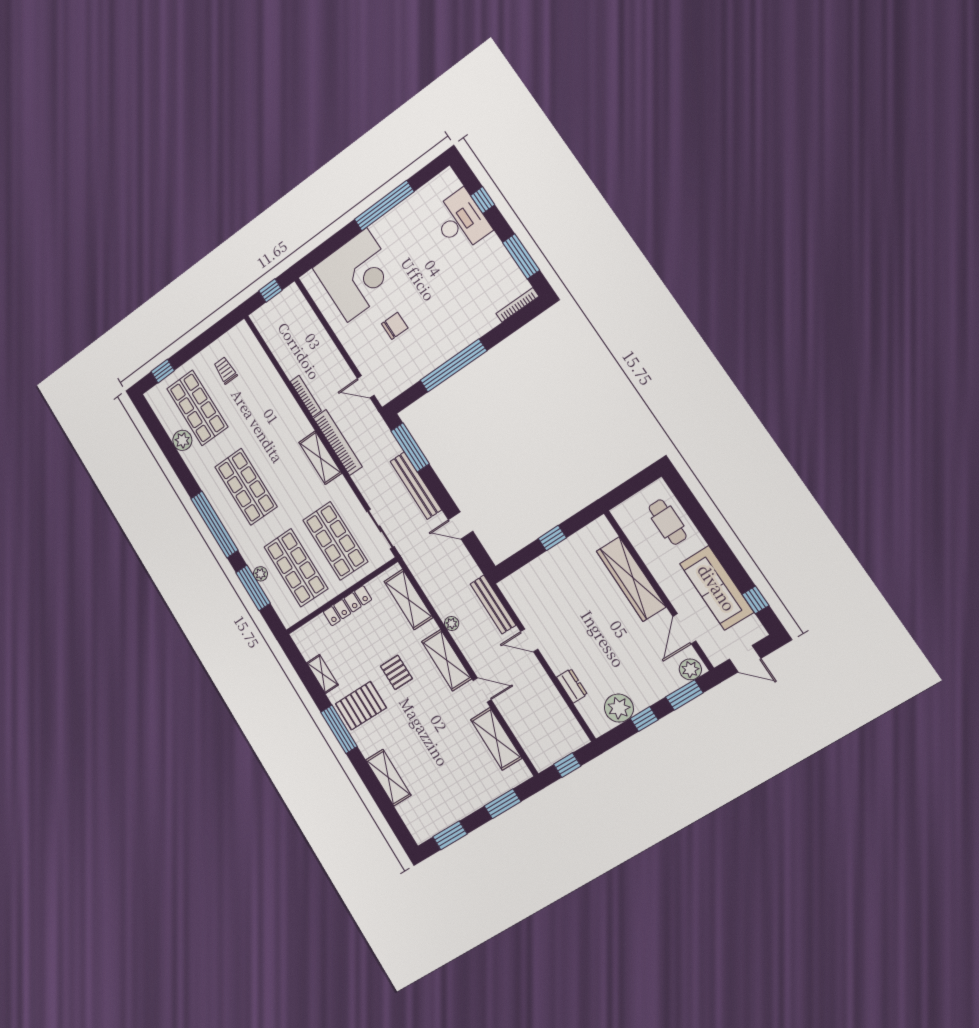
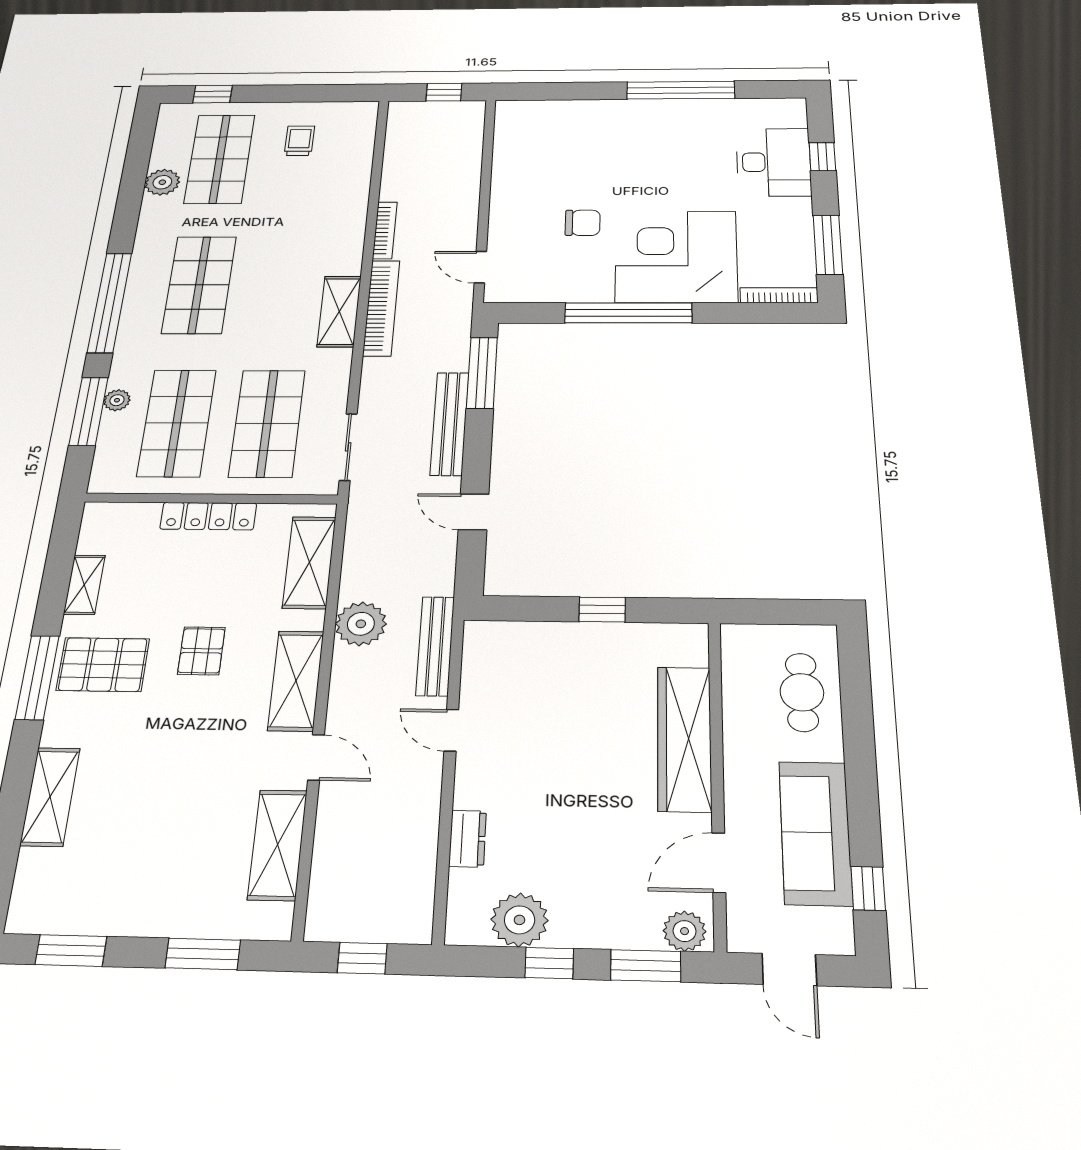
corner desk: (357, 275) -> (676, 256), moved, turned 180
plant: (452, 624) -> (361, 624), width x1.87, depth x1.87

